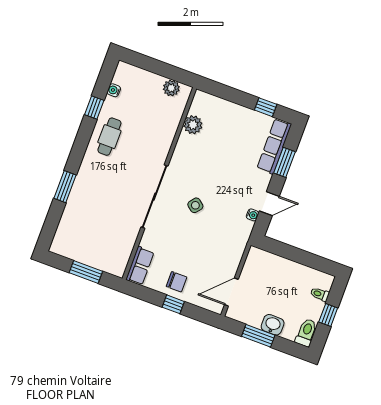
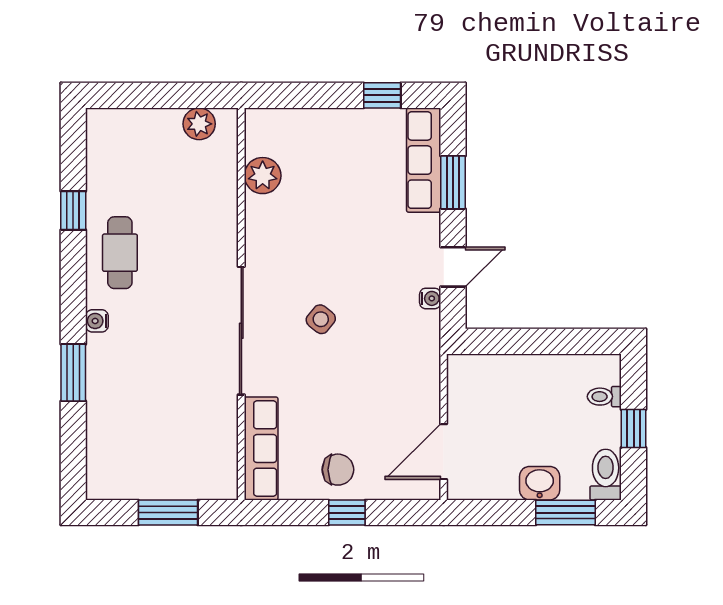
water cooler: (114, 90) -> (97, 321), moved
row of seats: (140, 266) -> (261, 449), width x1.48
window: (258, 336) -> (566, 513), moved

